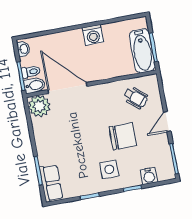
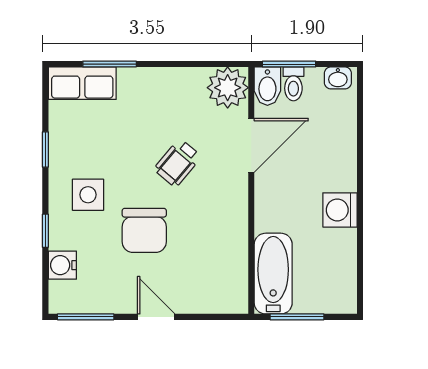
bathtub: (142, 51) -> (273, 274), moved, turned 90
door: (67, 88) -> (251, 145), width x0.73
wheelchair: (136, 97) -> (178, 163), moved

